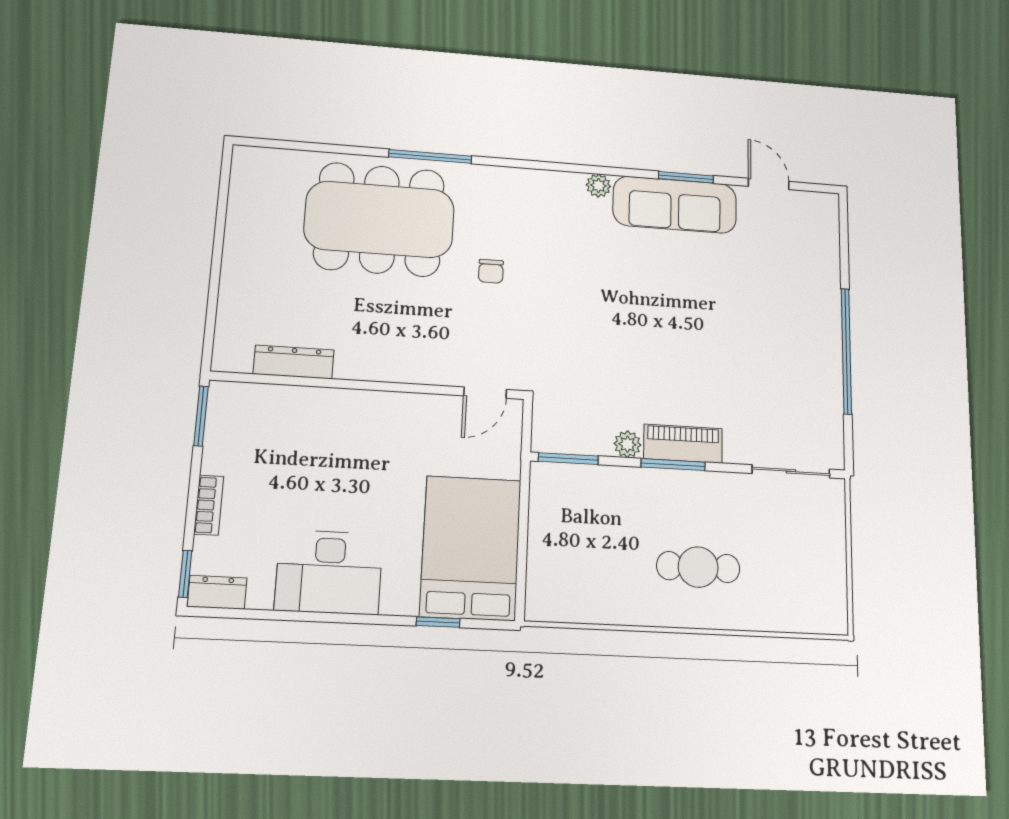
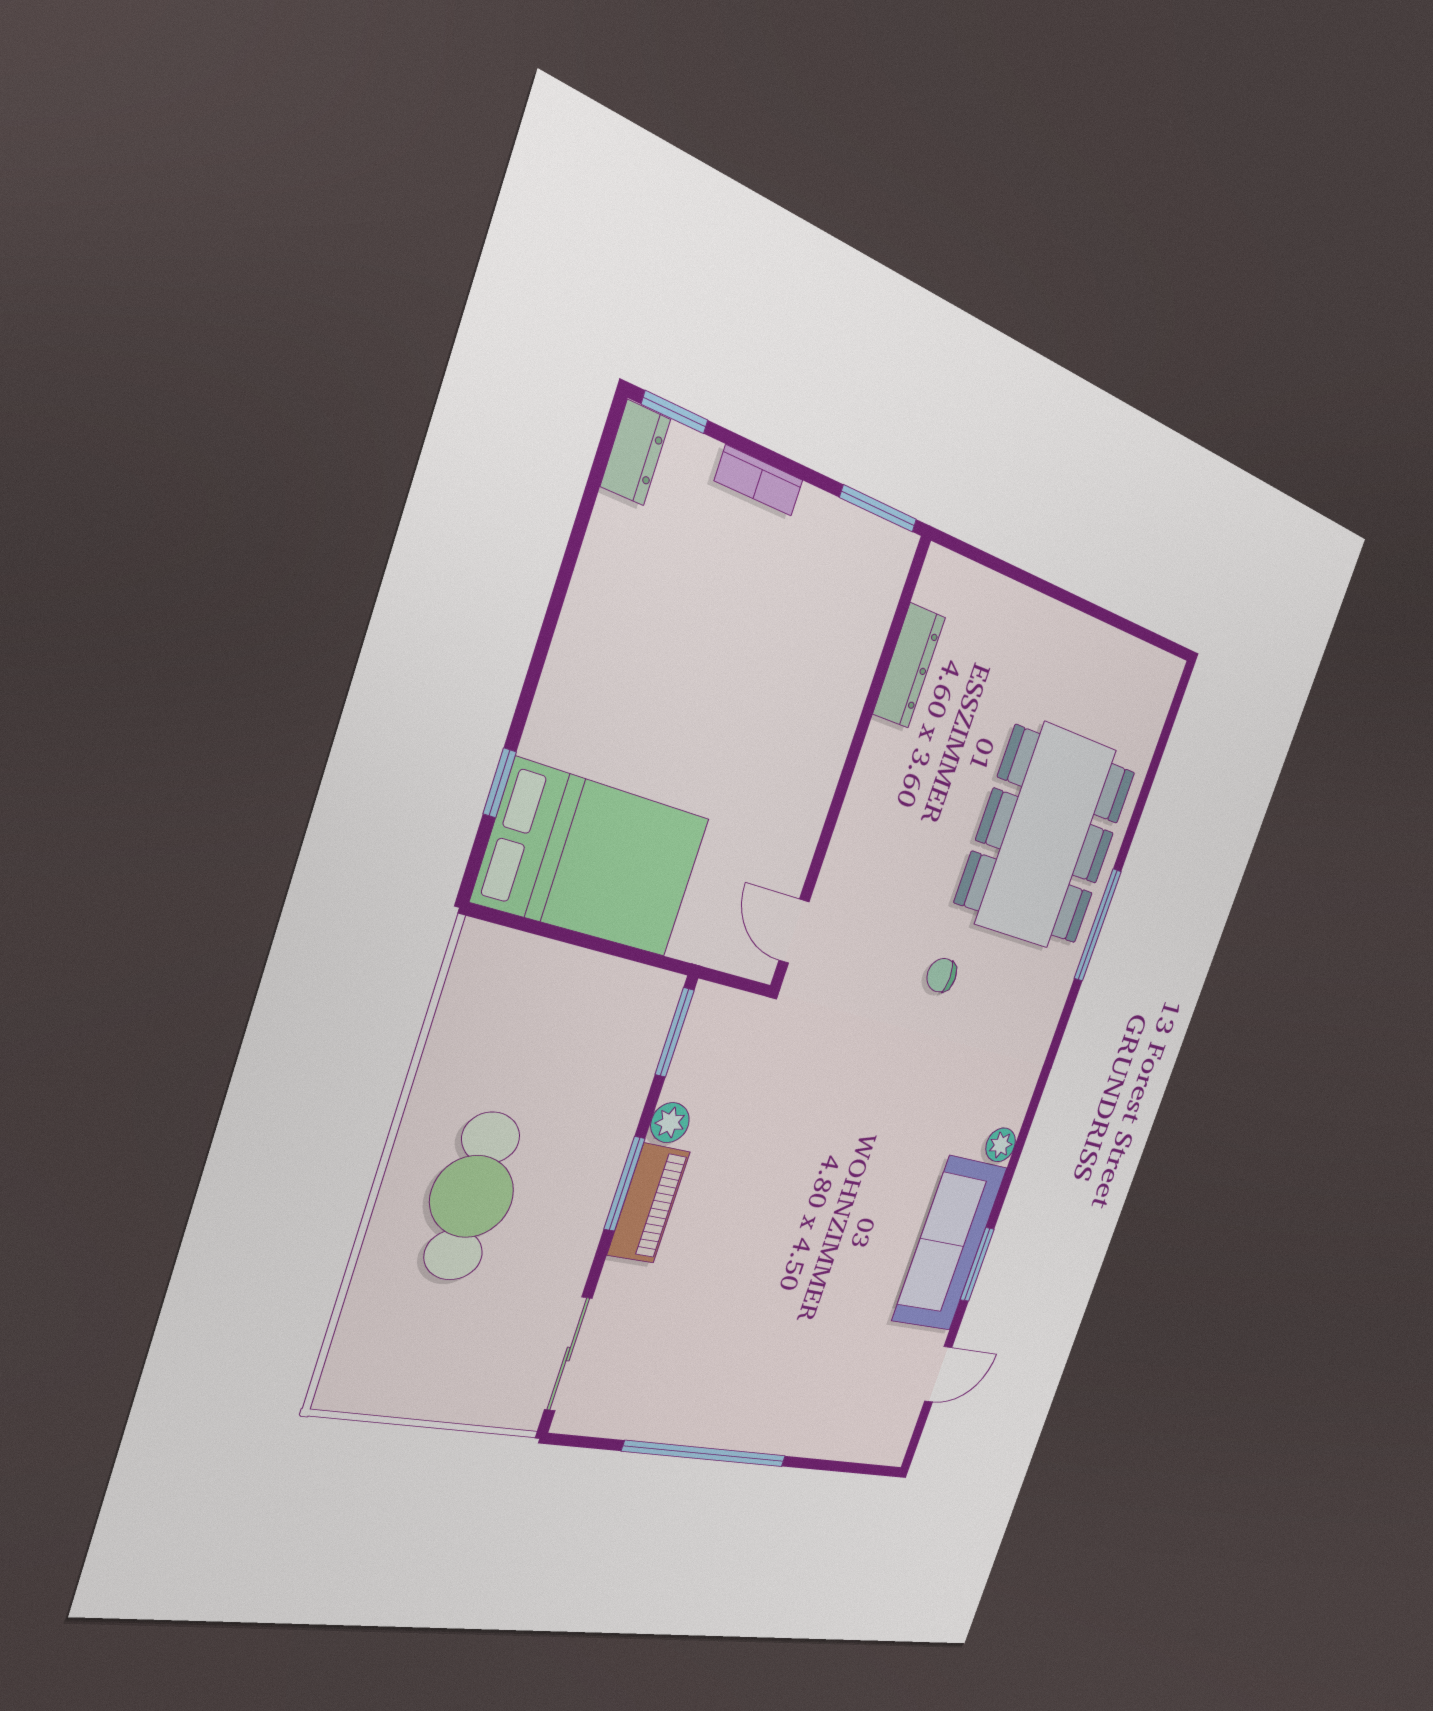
cafe table: (698, 567) -> (472, 1196), width x1.37, depth x1.35
desk: (329, 572) -> (617, 634), removed

